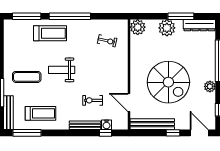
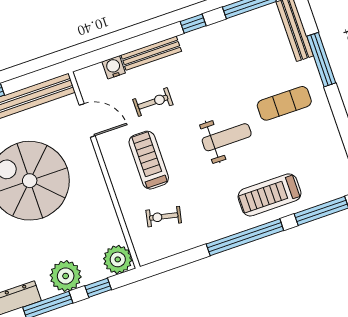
window: (153, 16) -> (98, 288), added
treadmill: (40, 113) -> (149, 160), moved, turned 90
window: (106, 133) -> (193, 24), moved

